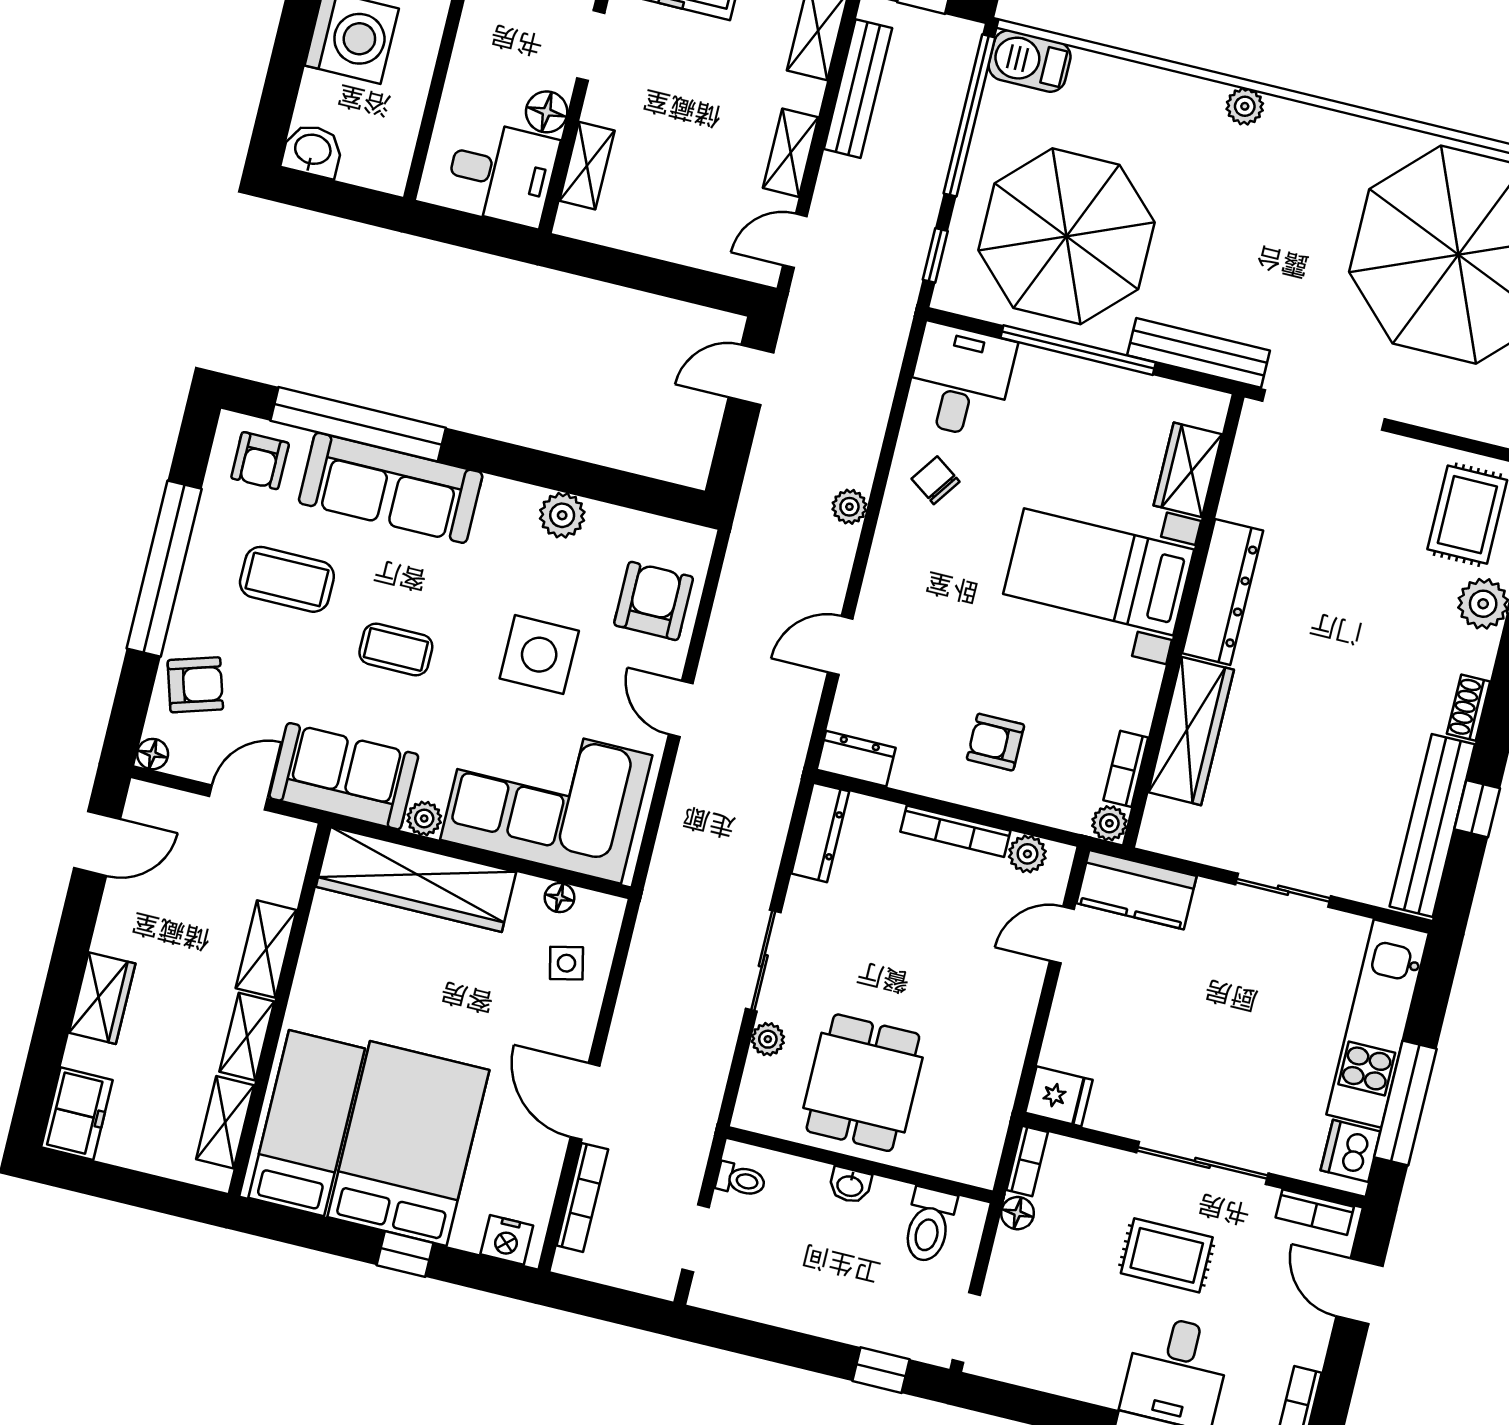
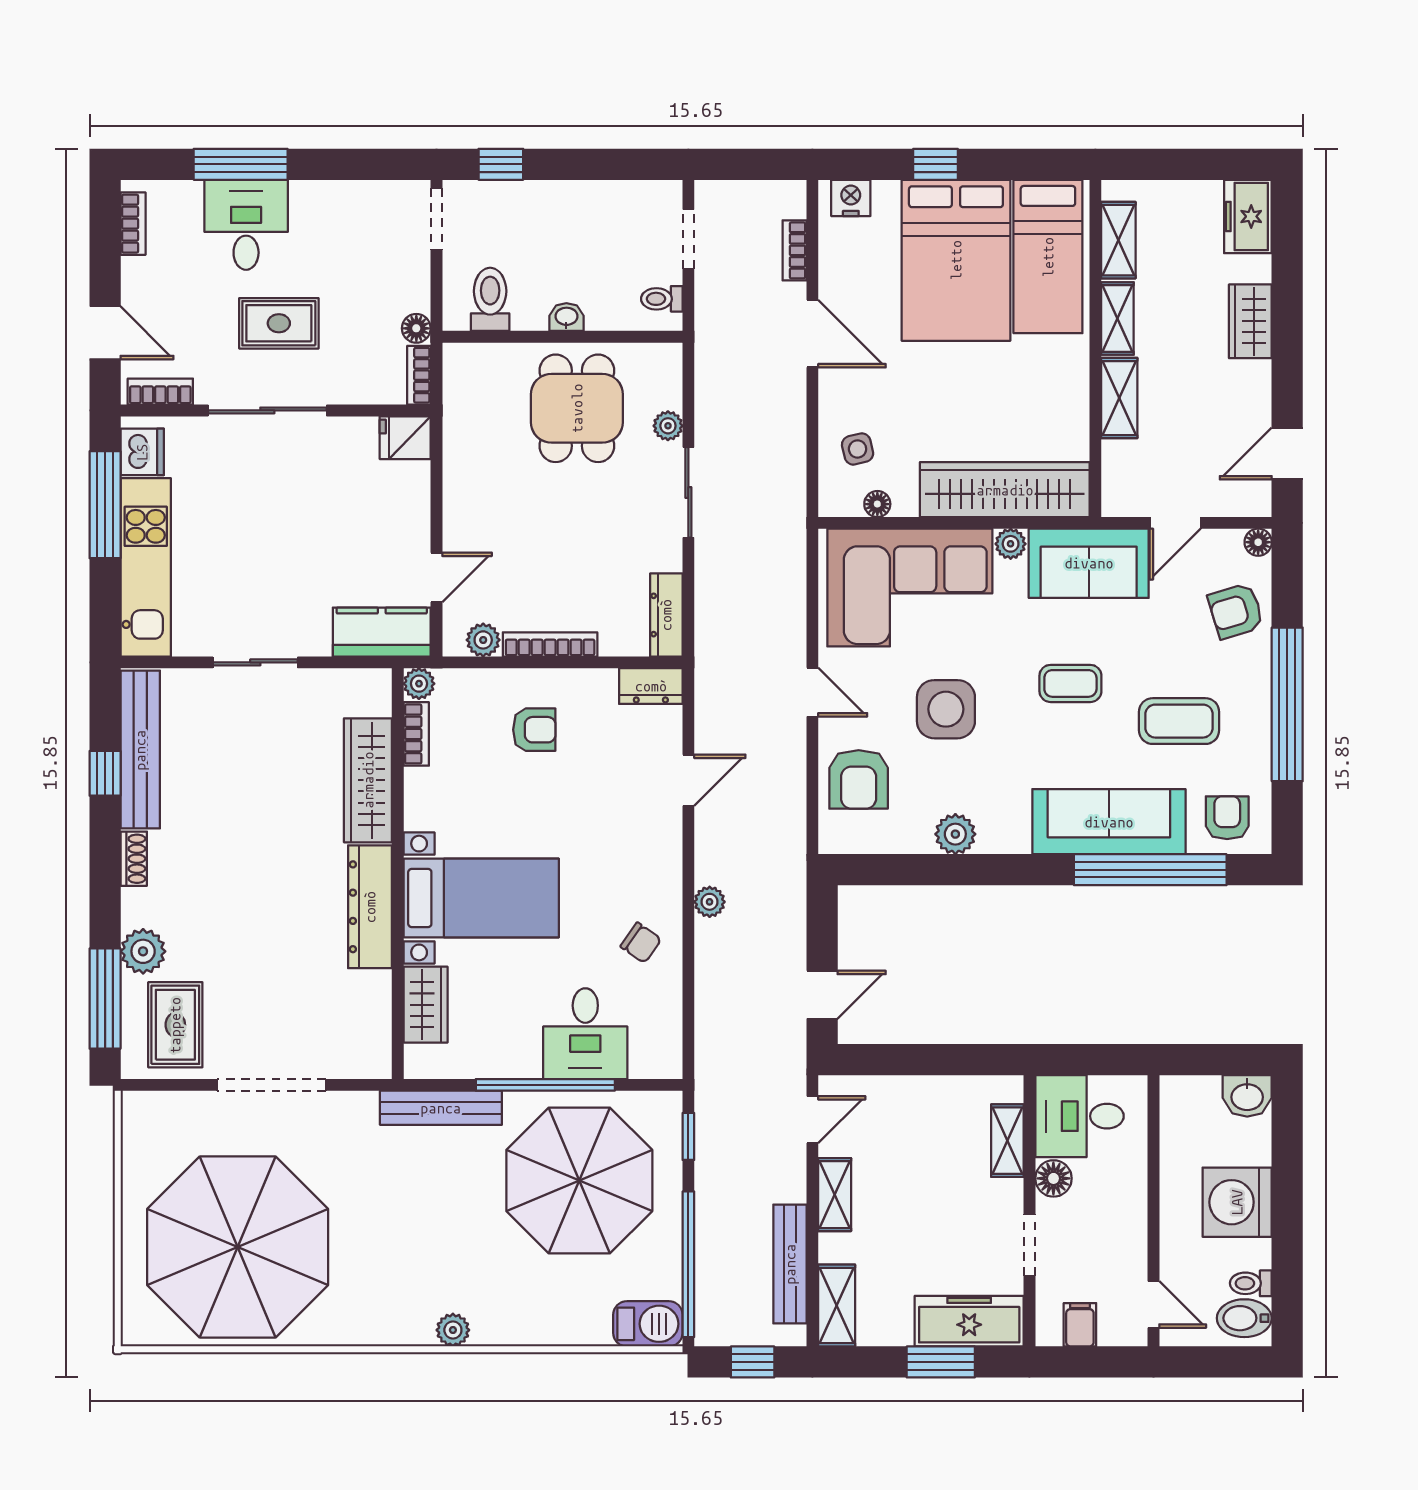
desk: (960, 381) -> (585, 1034), moved
doorway: (1324, 410) -> (271, 1085), moved
bookcase: (582, 1197) -> (795, 250), width x0.64

